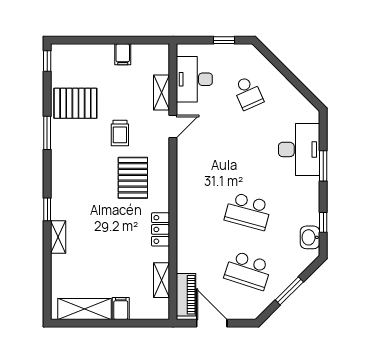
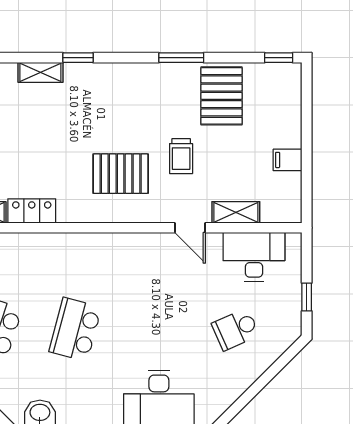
trolley: (120, 133) -> (181, 156), turned -90
locker: (160, 229) -> (32, 211), moved

